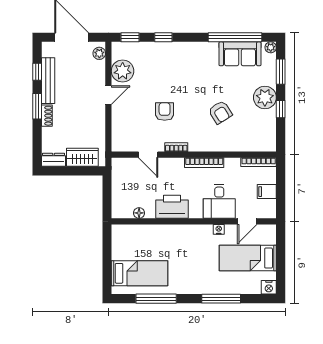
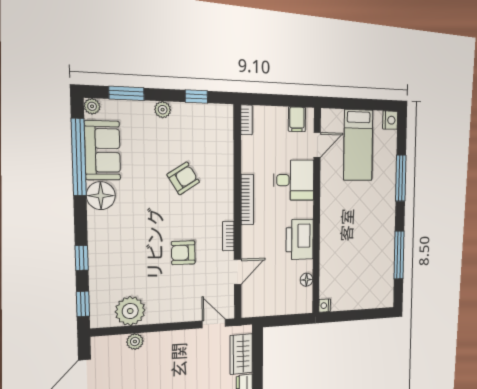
floor lamp: (208, 52) -> (101, 196), added
plant: (99, 53) -> (135, 342), moved
door: (108, 95) -> (214, 324), moved
plant: (265, 97) -> (163, 110), width x0.53, depth x0.53
window: (281, 109) -> (196, 97), moved
bookcase: (259, 162) -> (247, 120), width x0.64
filing cabinet: (267, 192) -> (297, 119), moved
door: (247, 221) -> (317, 145), hinge flipped
nightstand: (219, 229) -> (325, 306), moved
bed: (140, 273) -> (372, 276), removed

